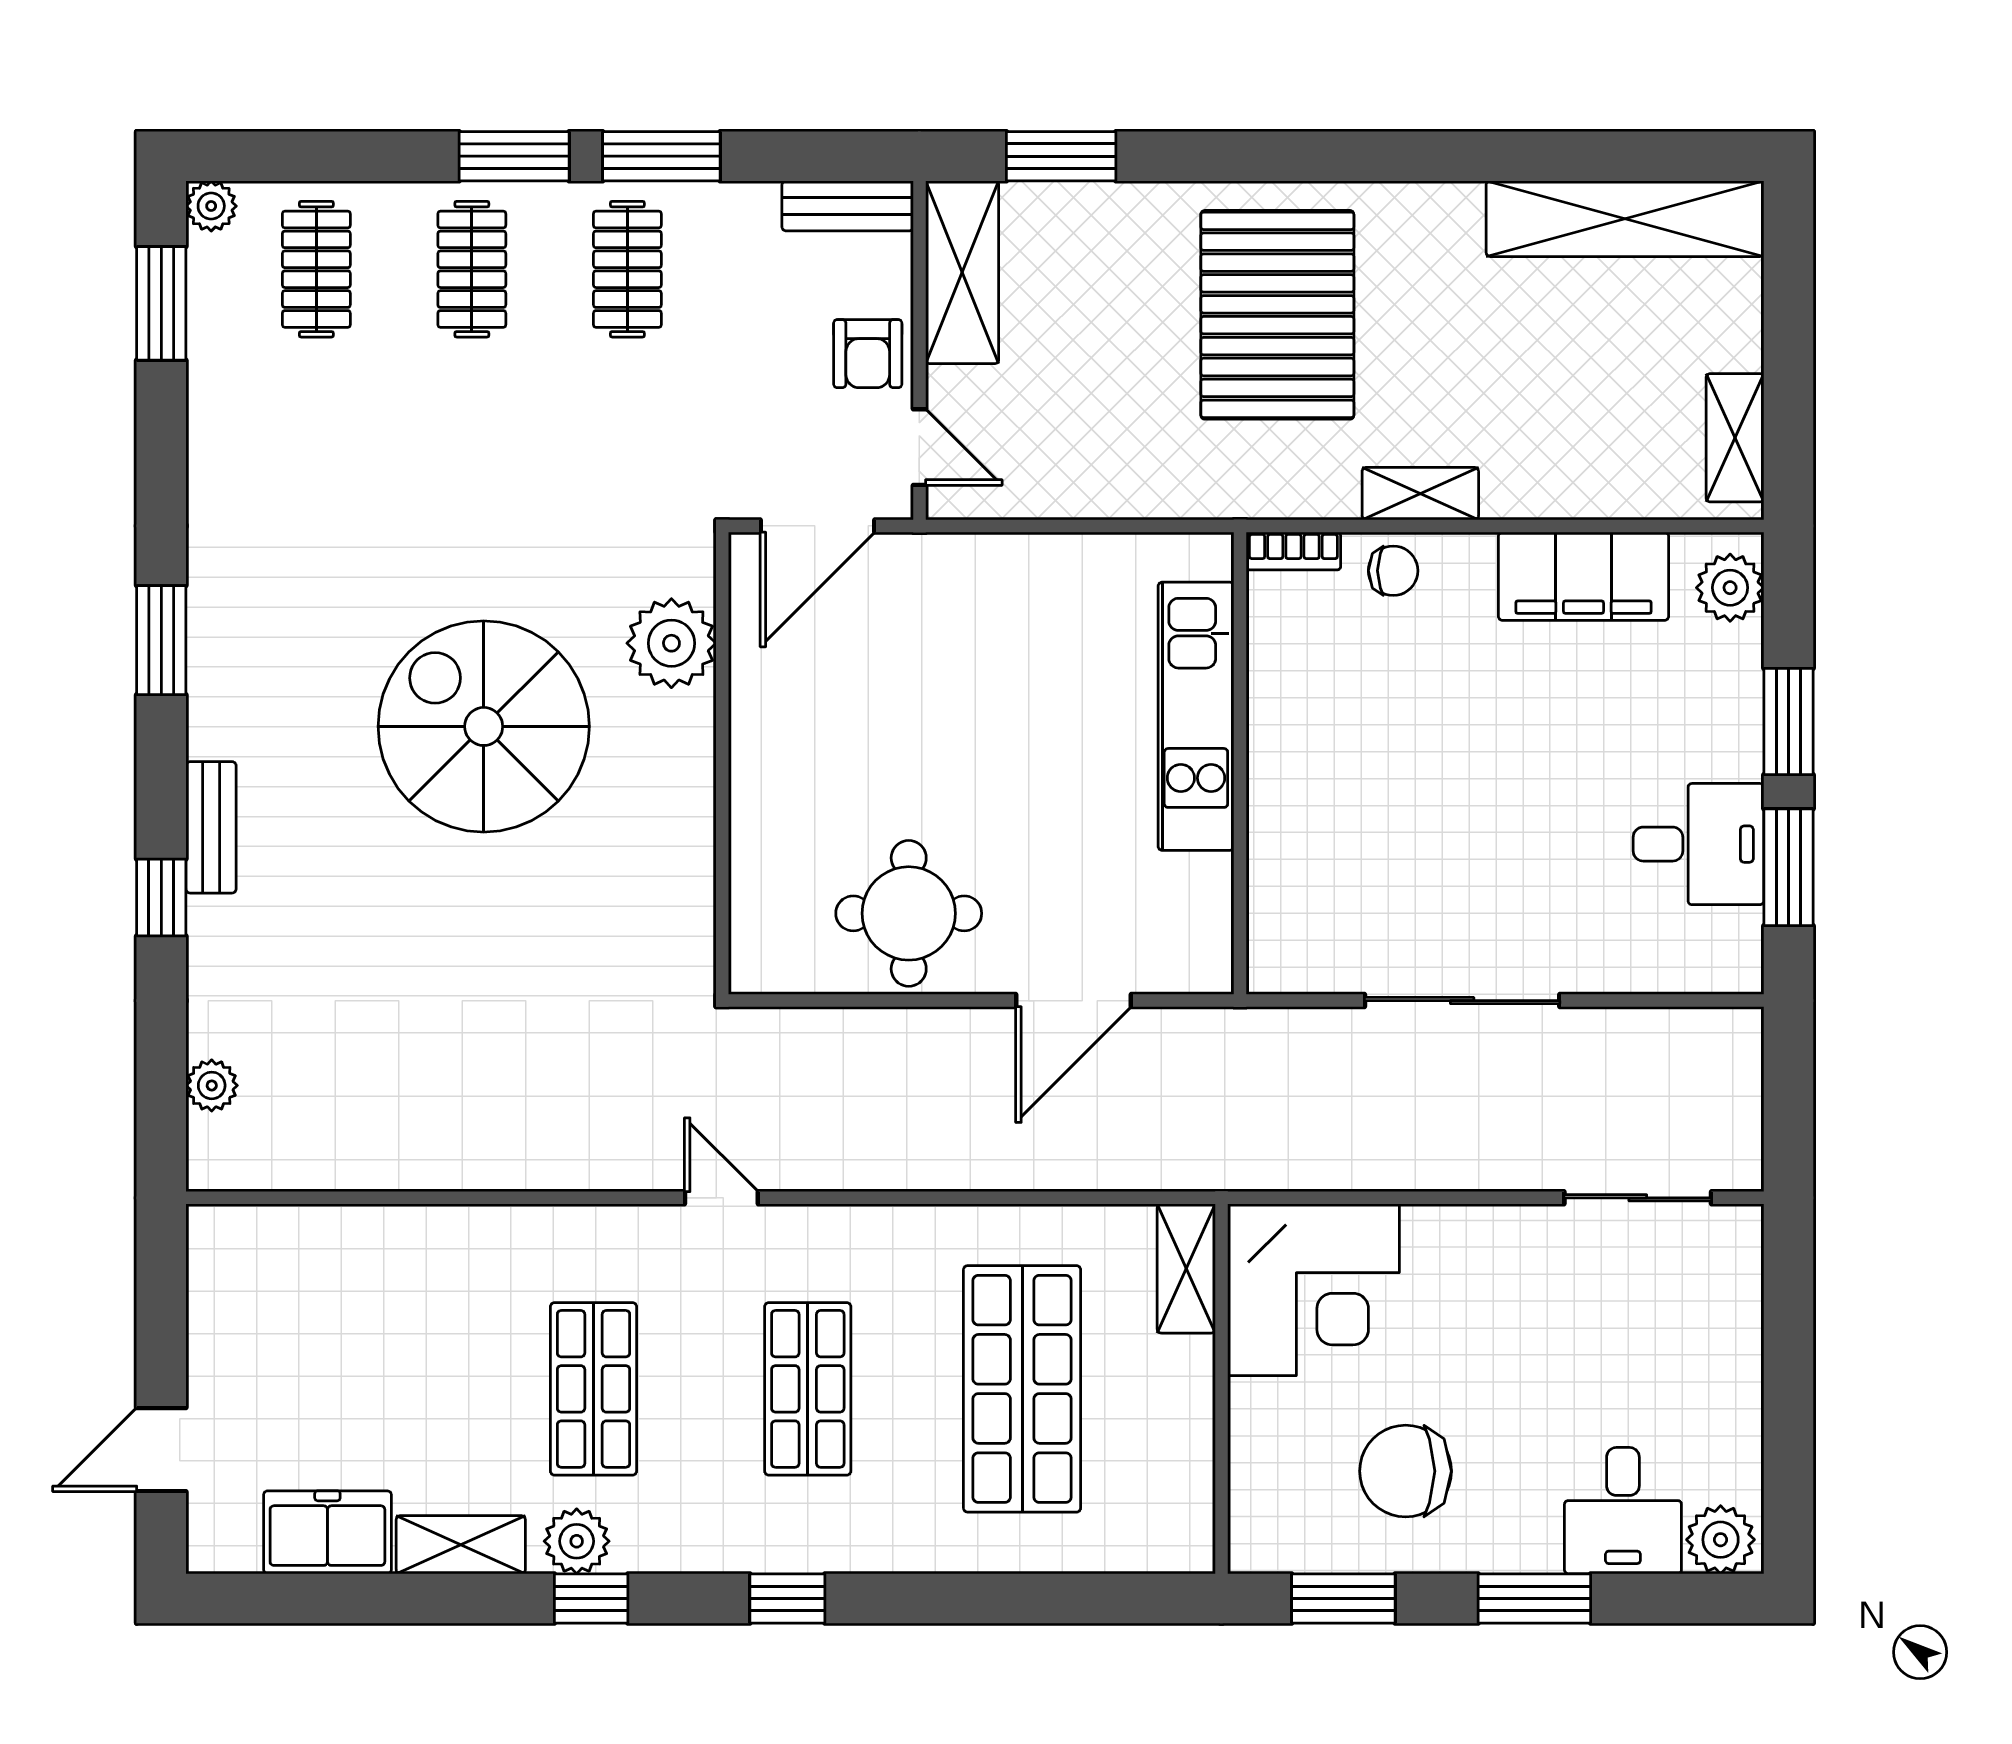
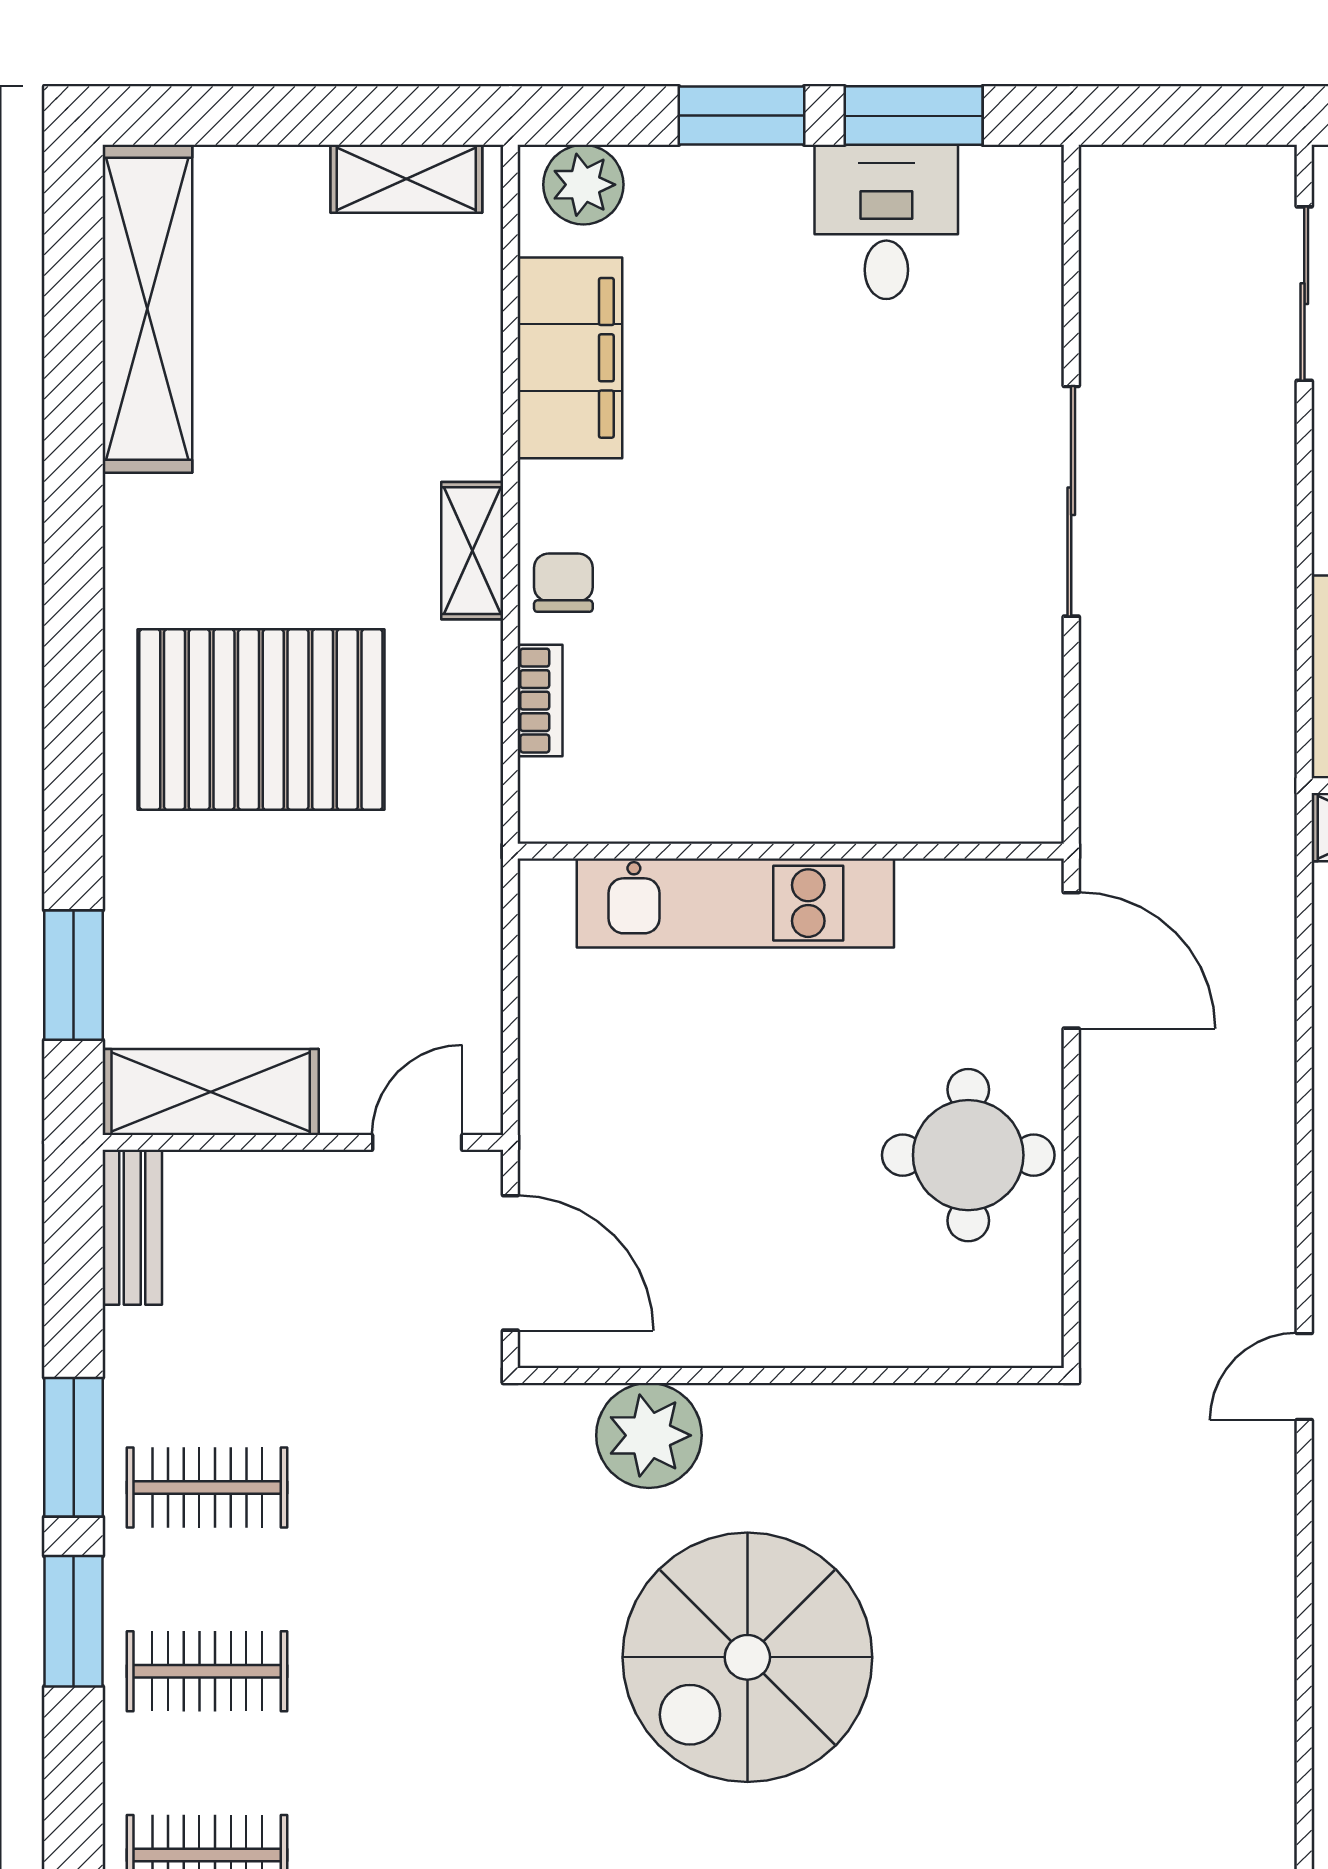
armchair: (868, 354) -> (307, 1203), removed
kitchen unit: (1196, 716) -> (735, 903), moved
wall: (1240, 763) -> (791, 851), moved

